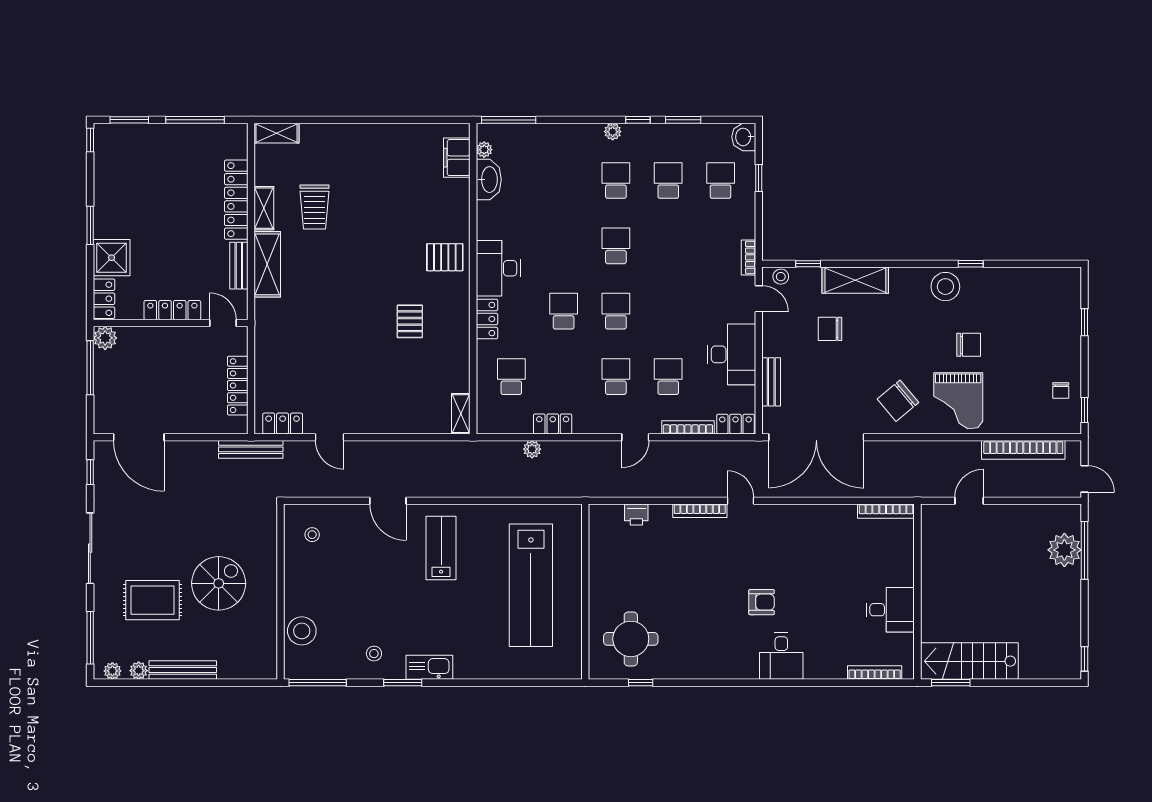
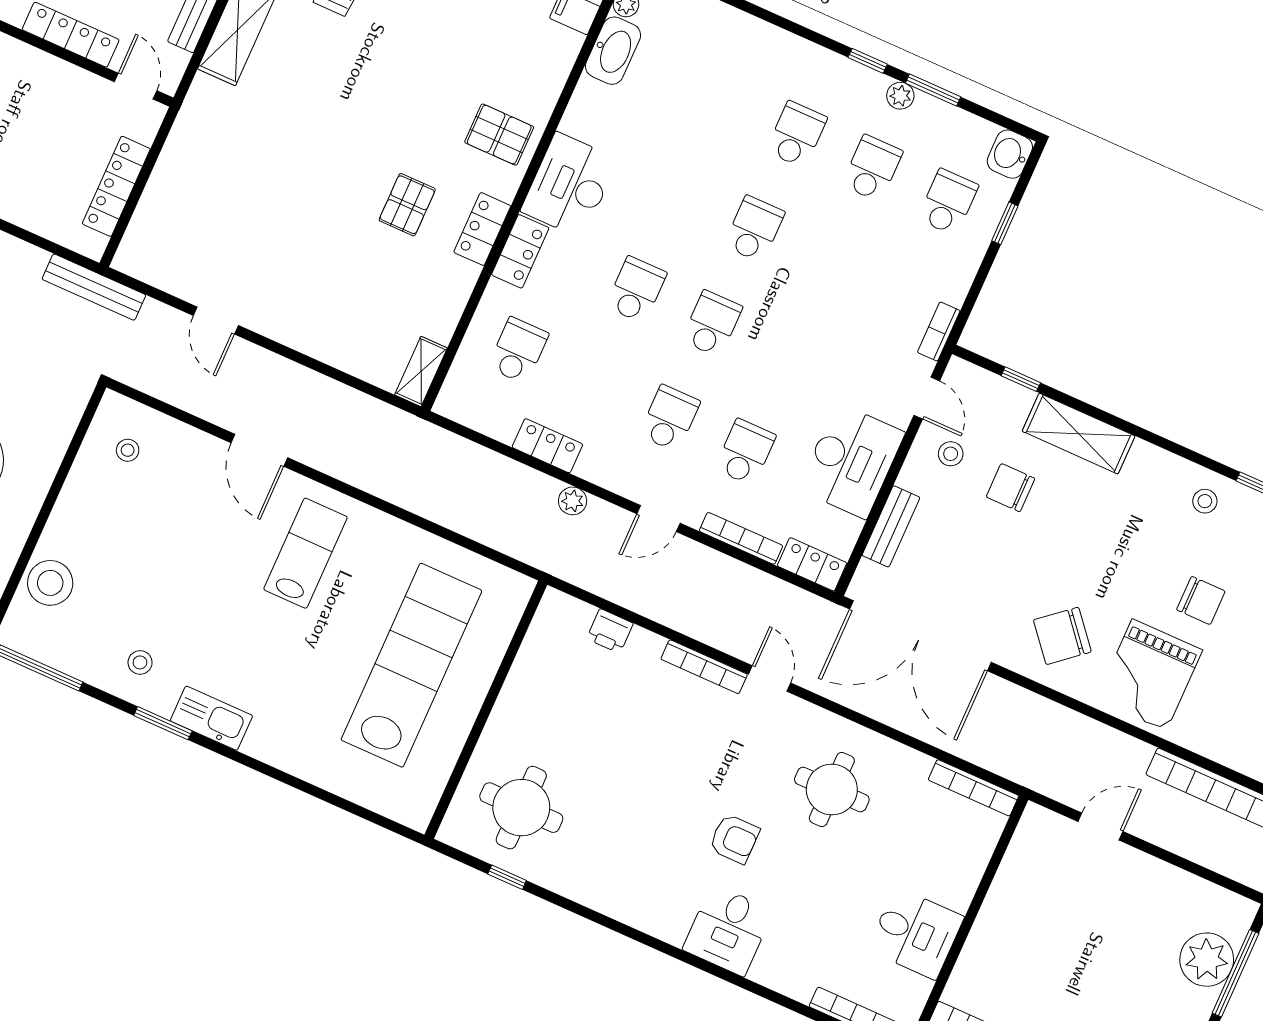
plant: (613, 132) -> (900, 96), moved
stool: (781, 277) -> (951, 454), moved
stool: (945, 287) -> (1205, 501), width x0.53, depth x0.53
locker: (283, 423) -> (482, 229), moved, turned -90
plant: (532, 449) -> (573, 501), moved
round table: (805, 549) -> (832, 789), added
lab bench: (531, 585) -> (411, 665), turned 180

